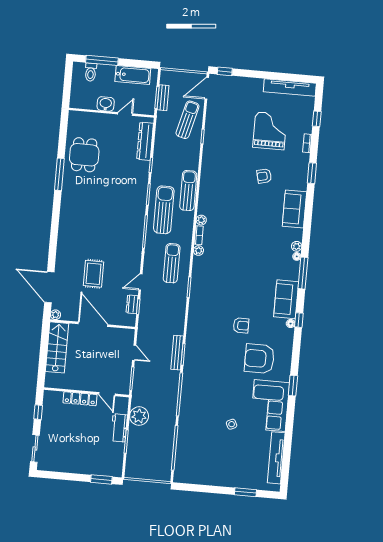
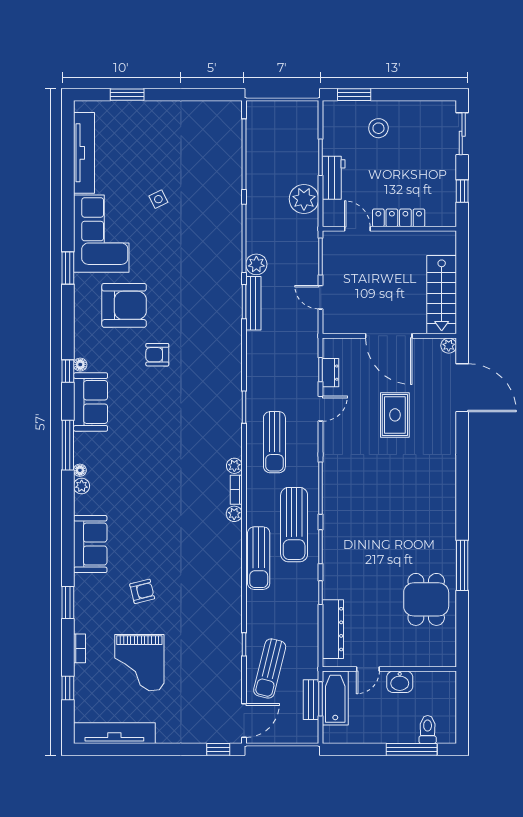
bathtub: (133, 75) -> (335, 698), moved, turned 90
plant: (173, 377) -> (256, 264), added
stool: (88, 457) -> (378, 128), added

